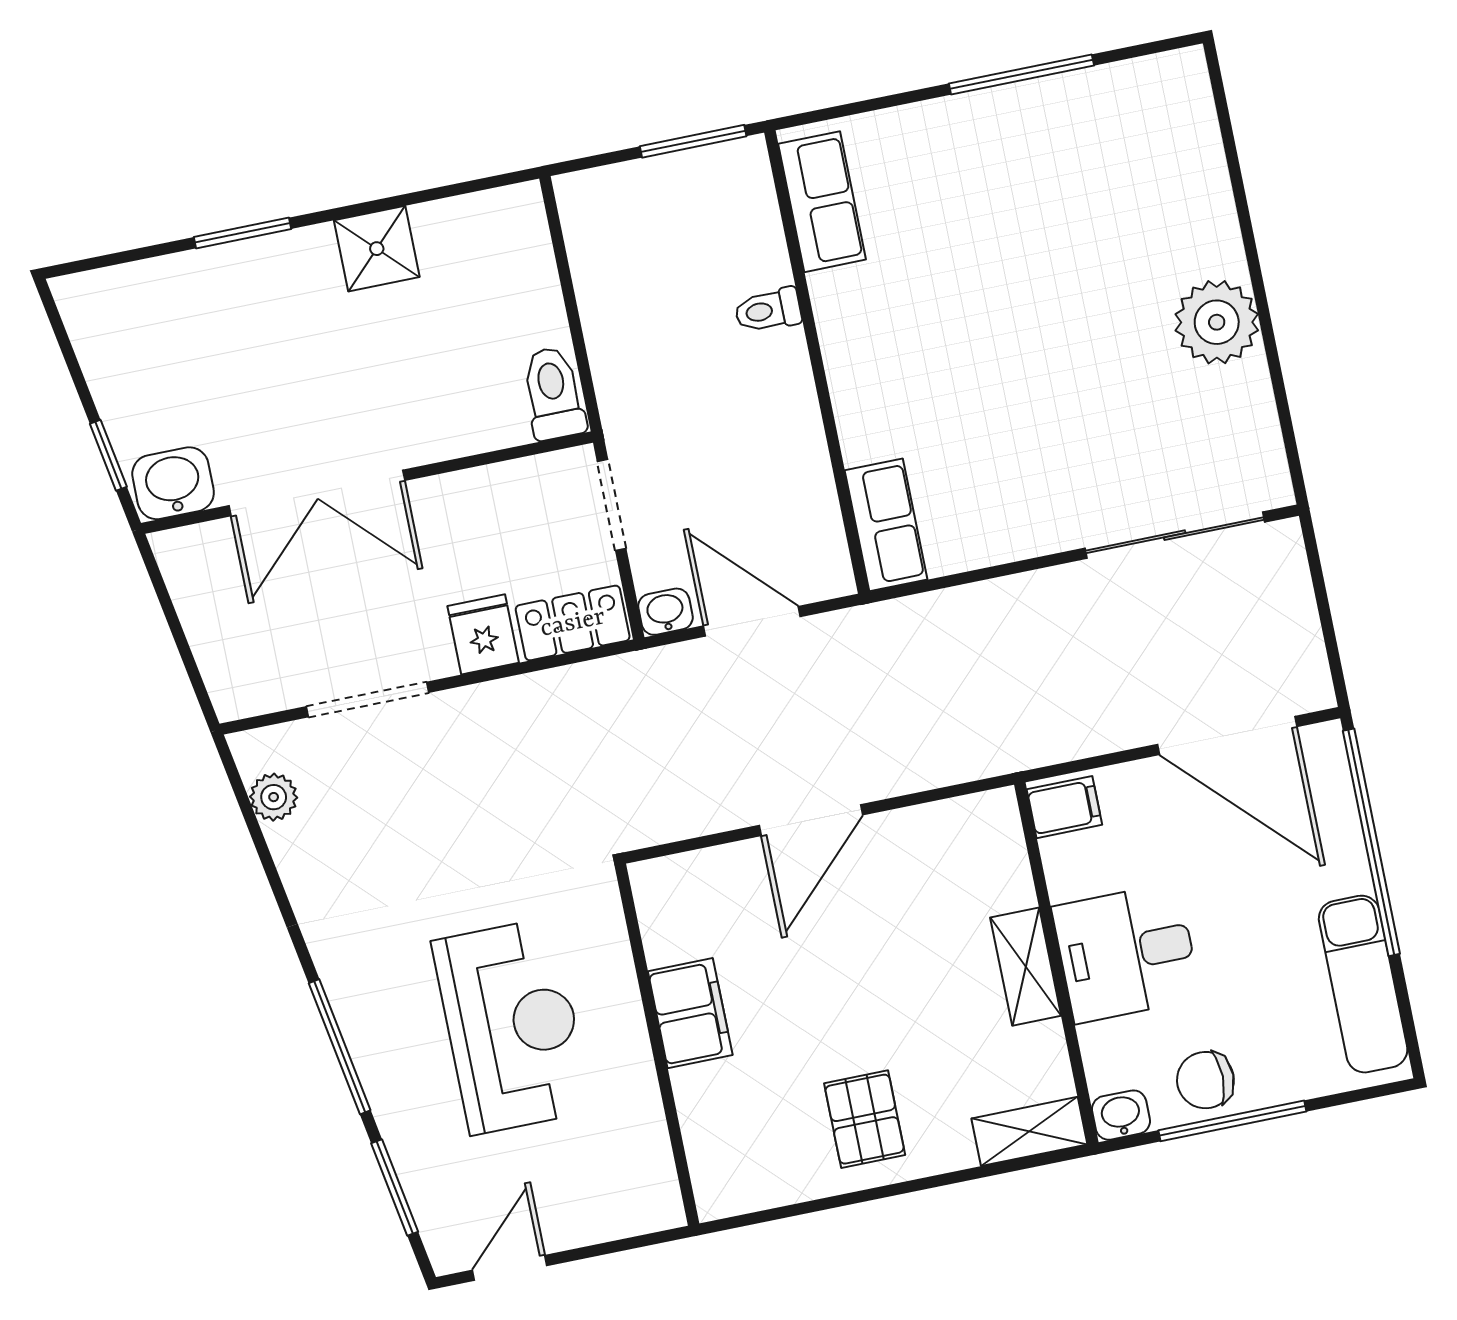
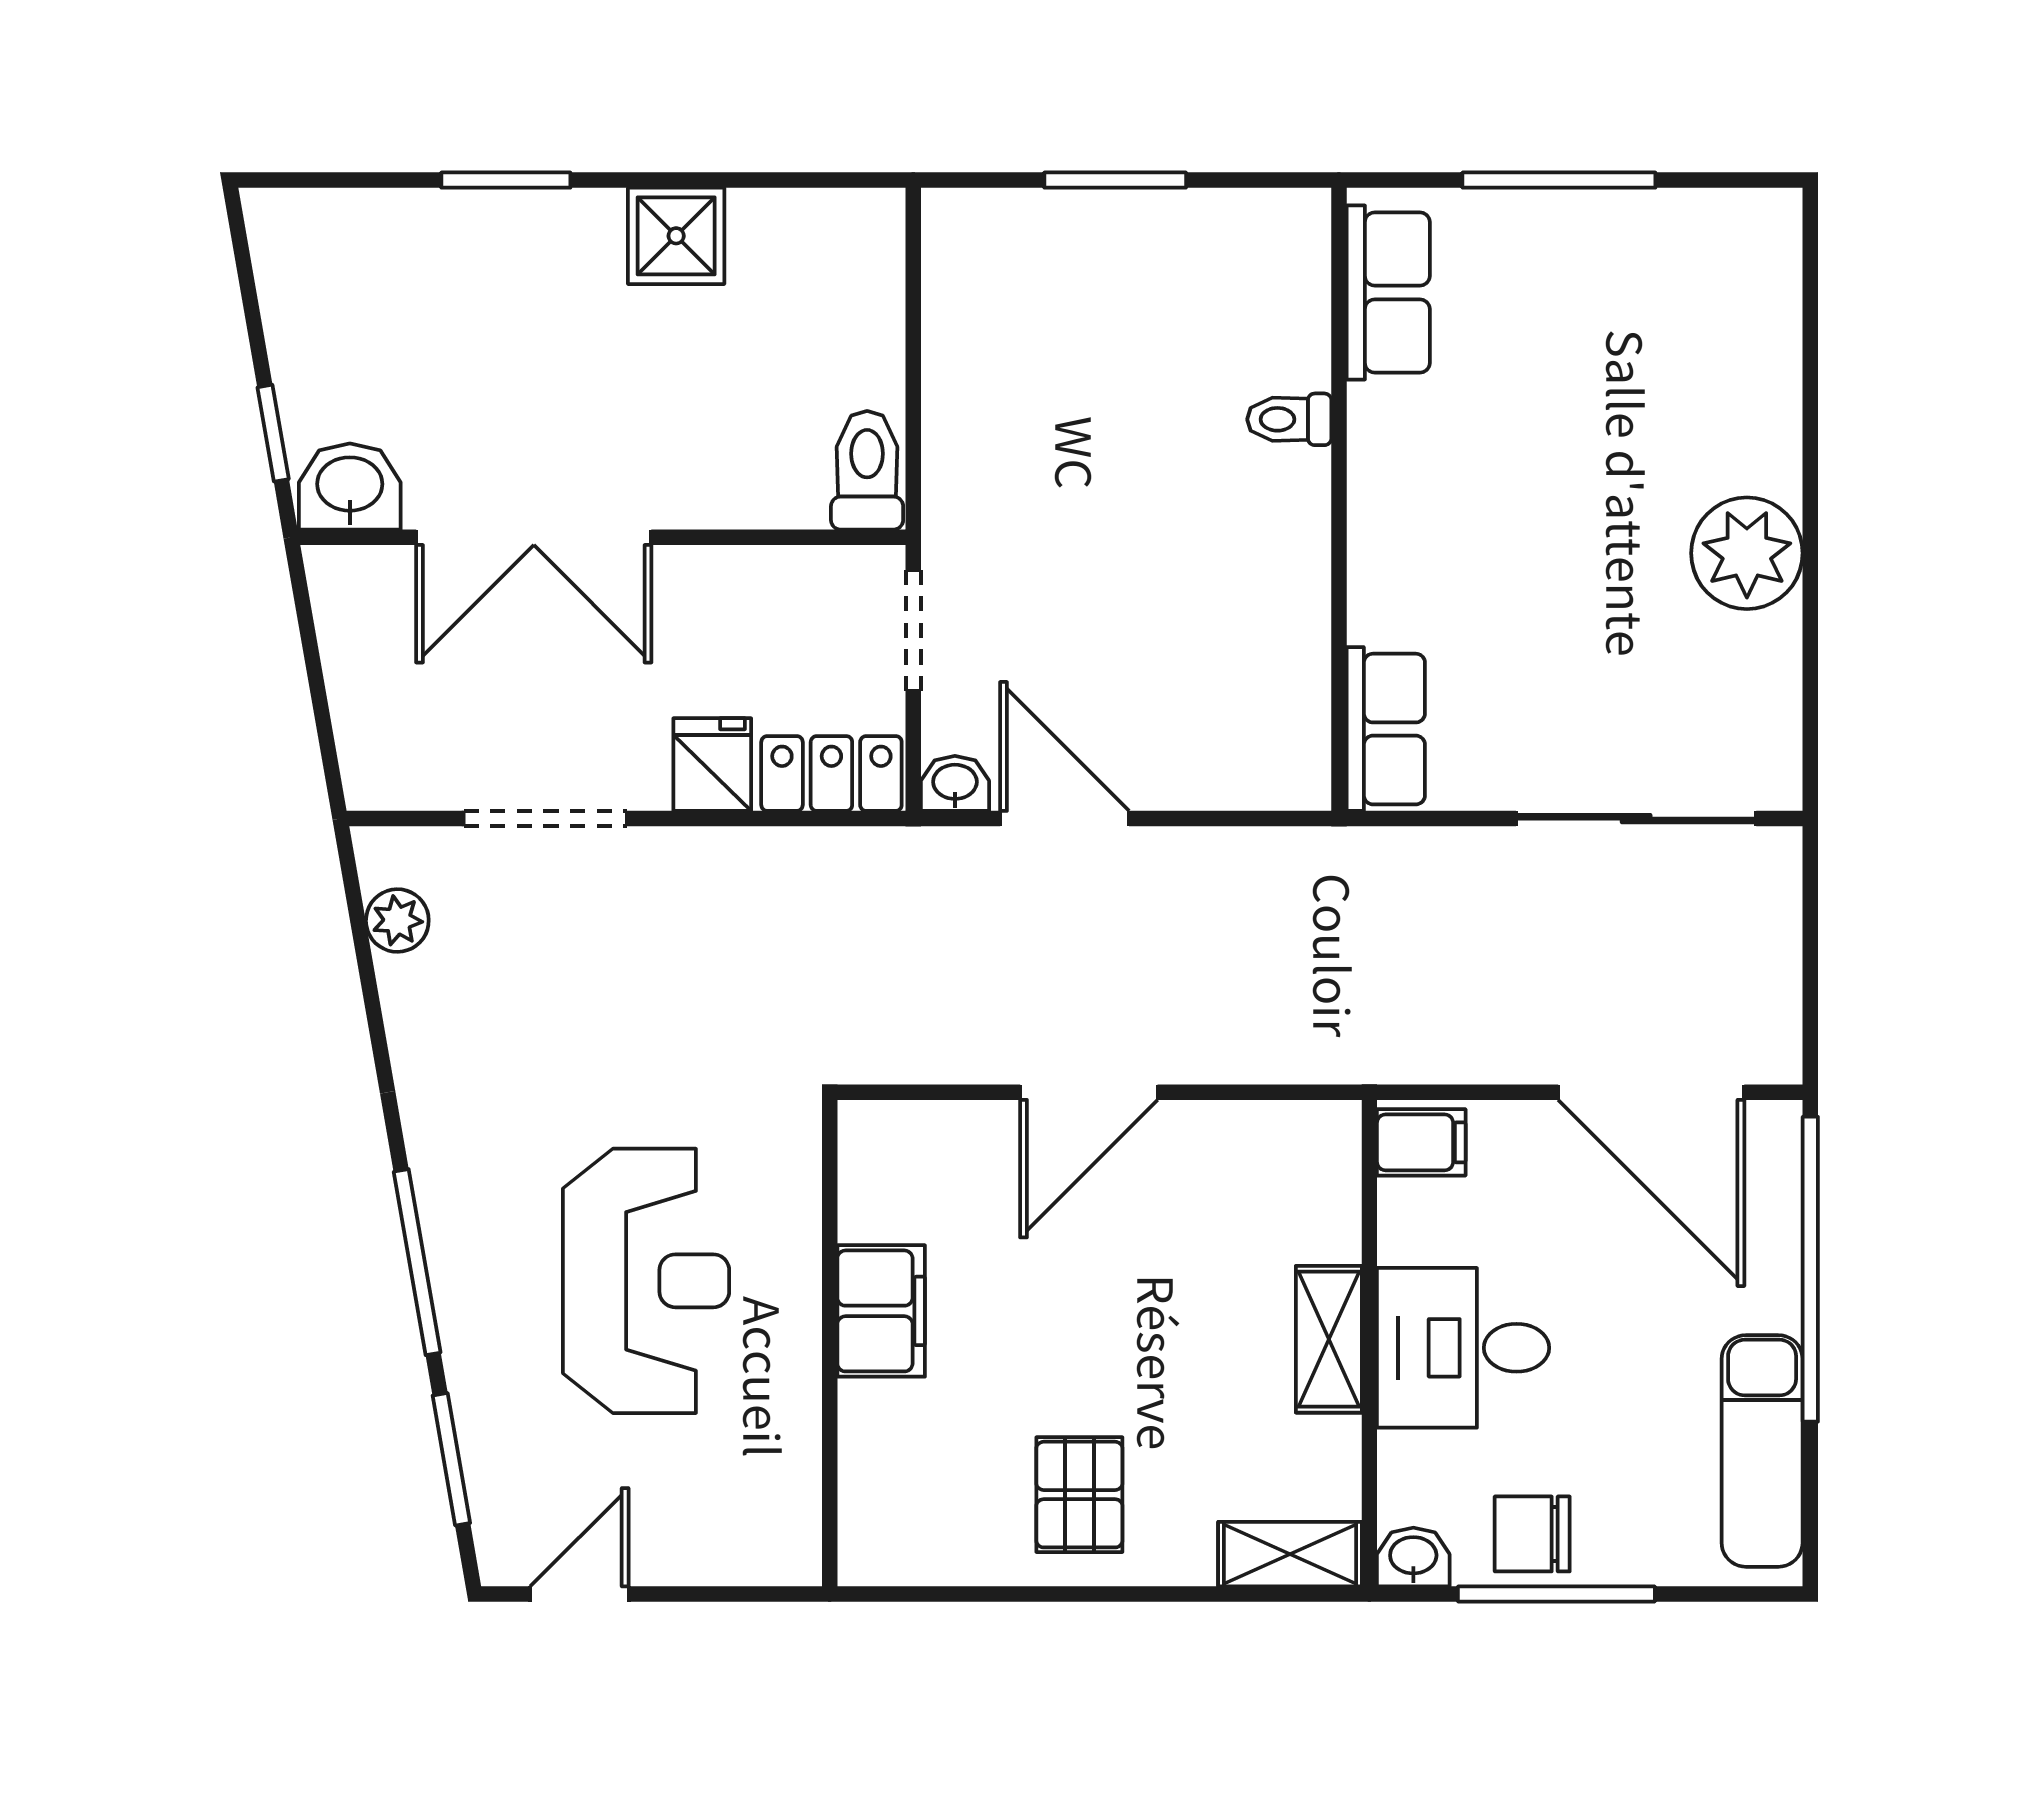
row of seats: (822, 202) -> (1388, 293), moved
toilet: (768, 310) -> (1289, 419), moved
wall: (817, 362) -> (1339, 499), moved
row of seats: (886, 525) -> (1386, 729), moved

